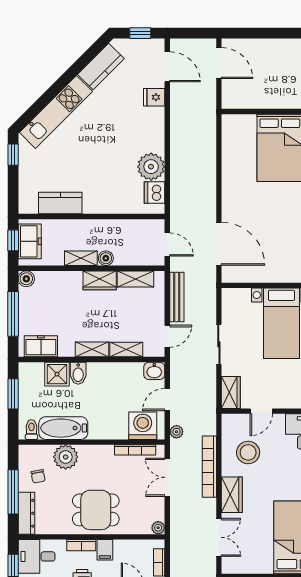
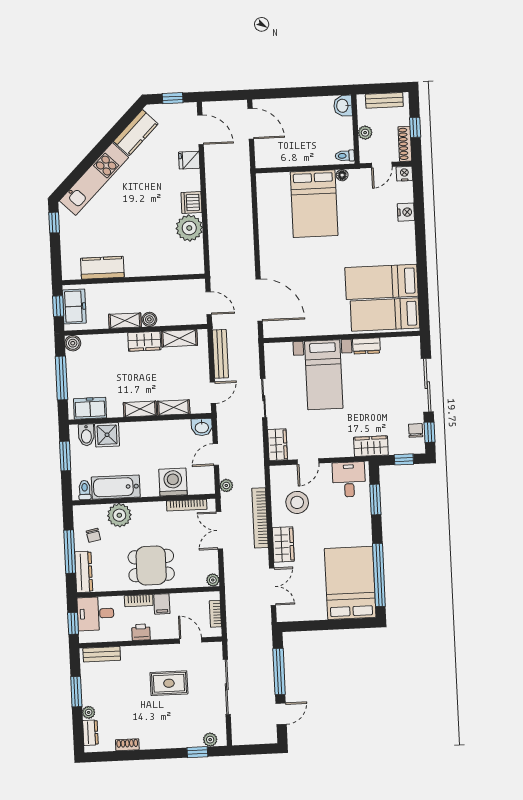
dishwasher: (154, 193) -> (191, 203), moved
bidet: (78, 373) -> (86, 435), moved
washing machine: (143, 426) -> (173, 482), moved

